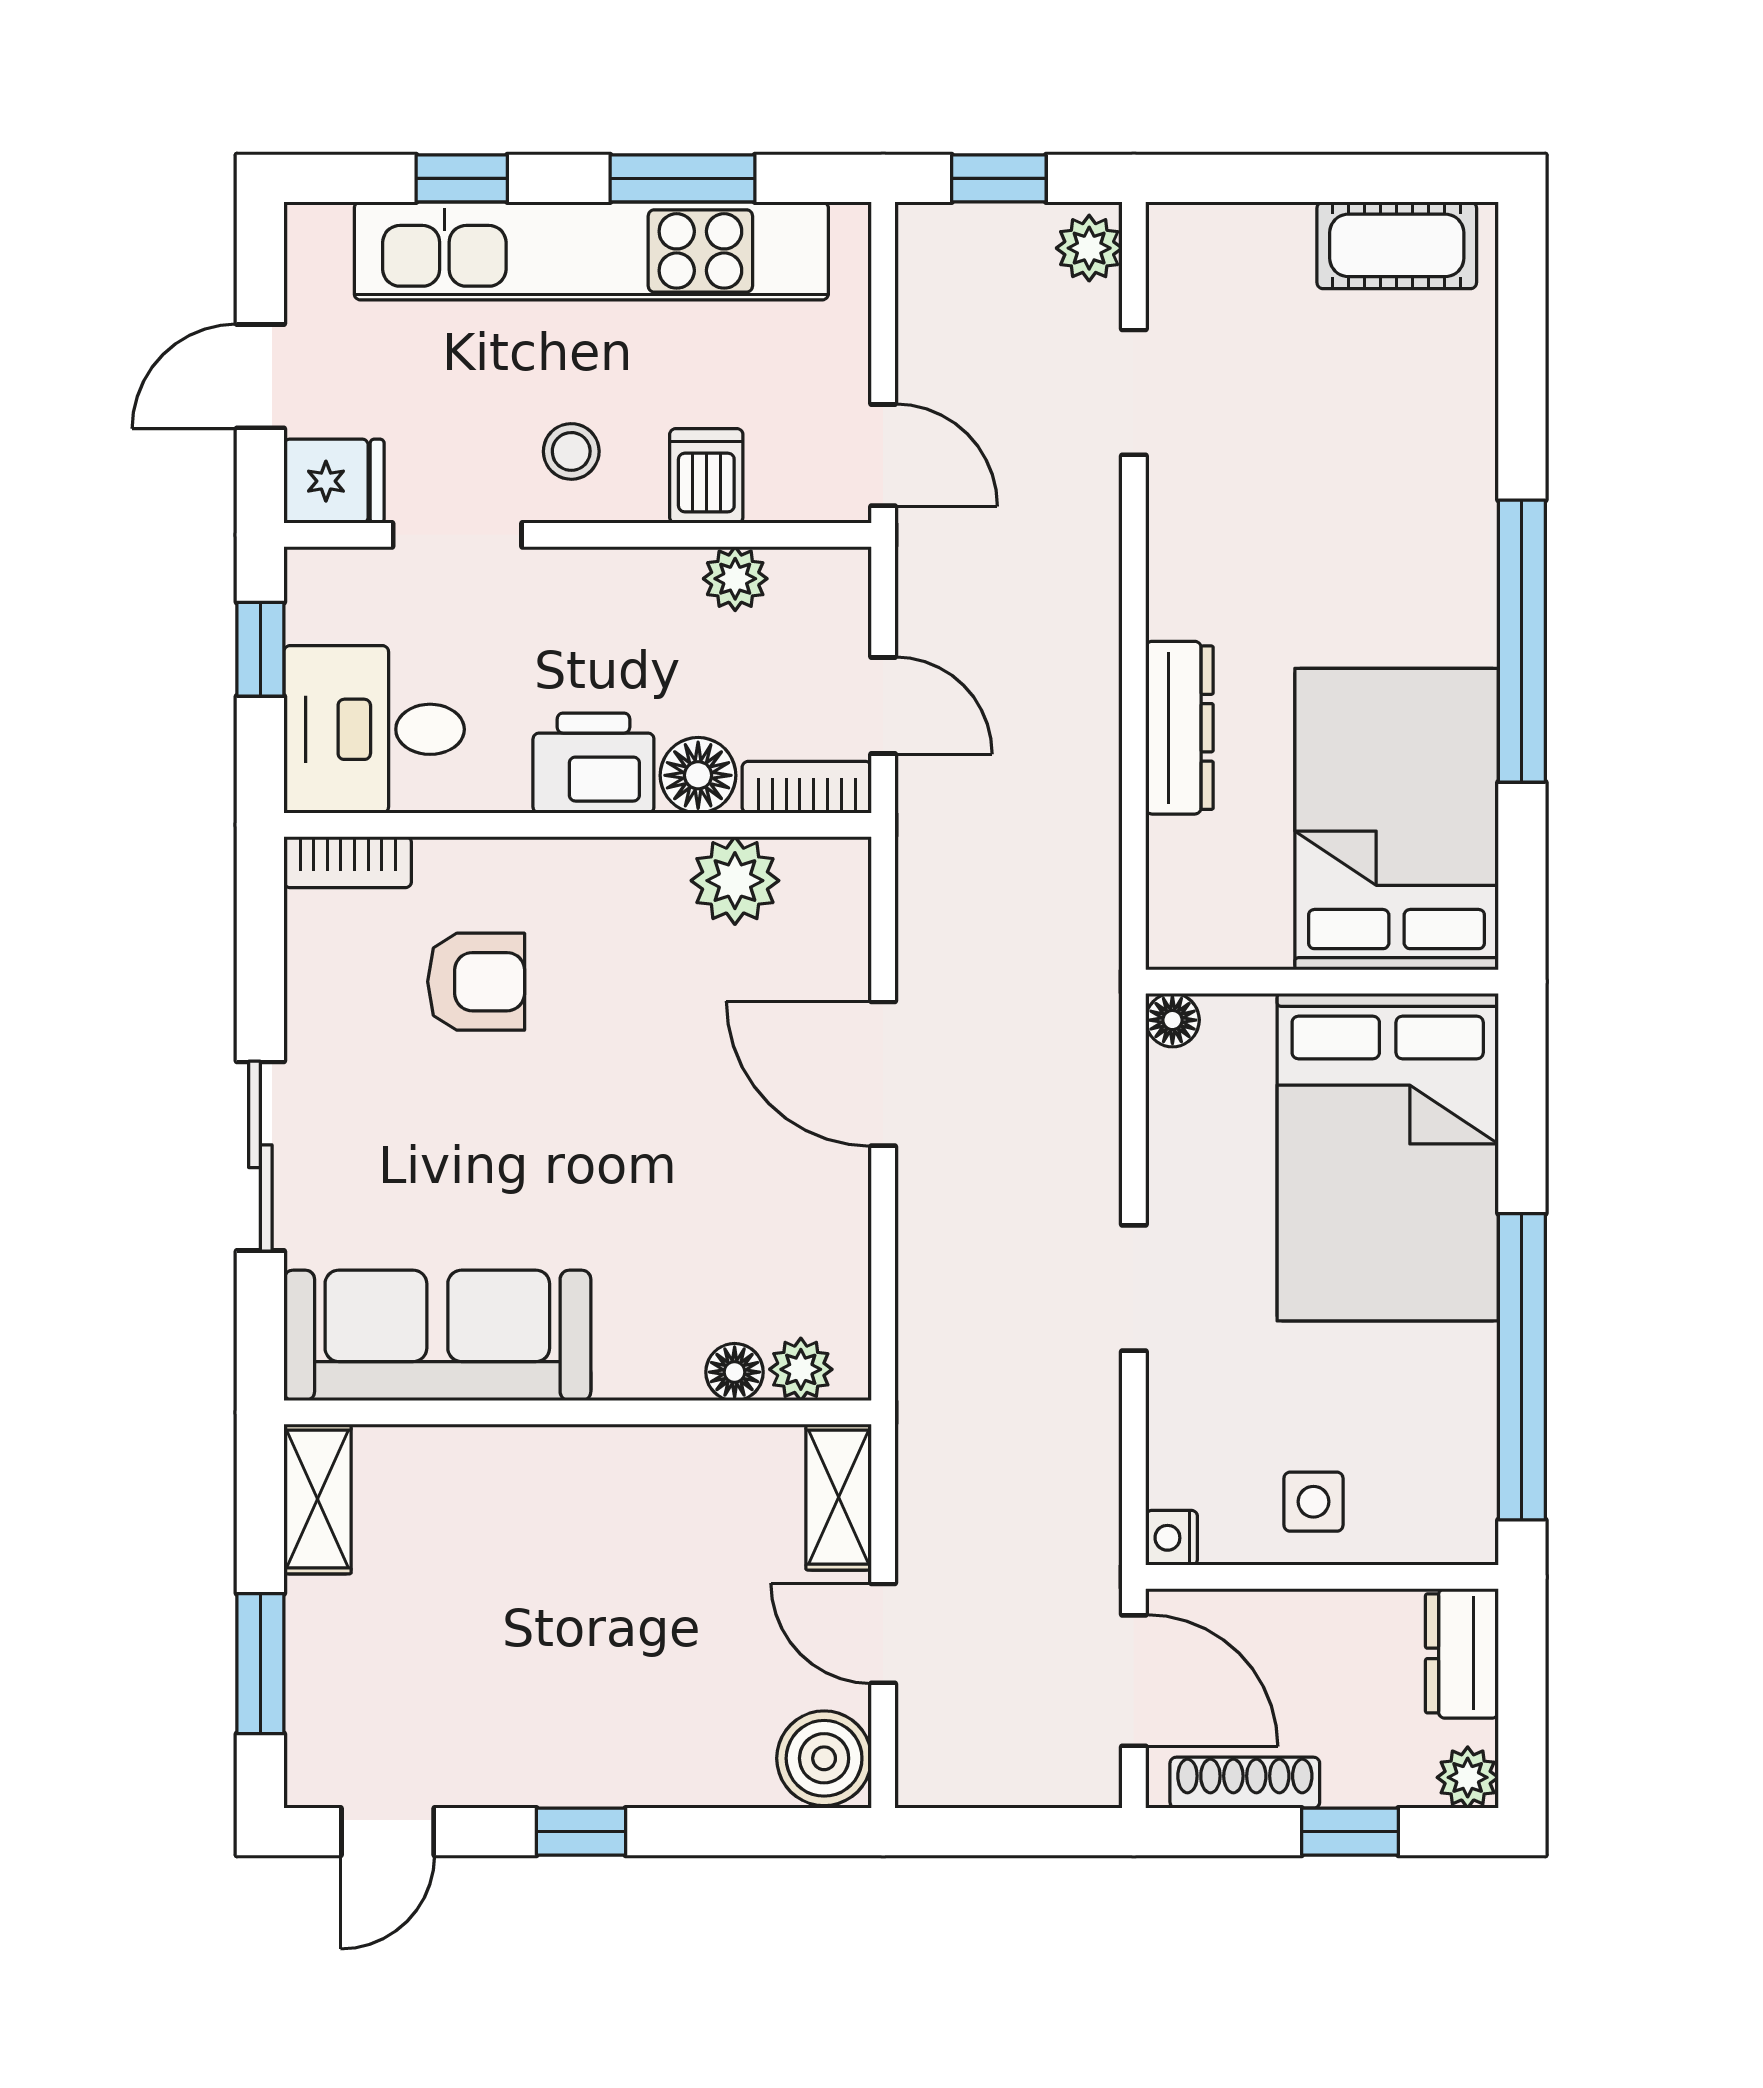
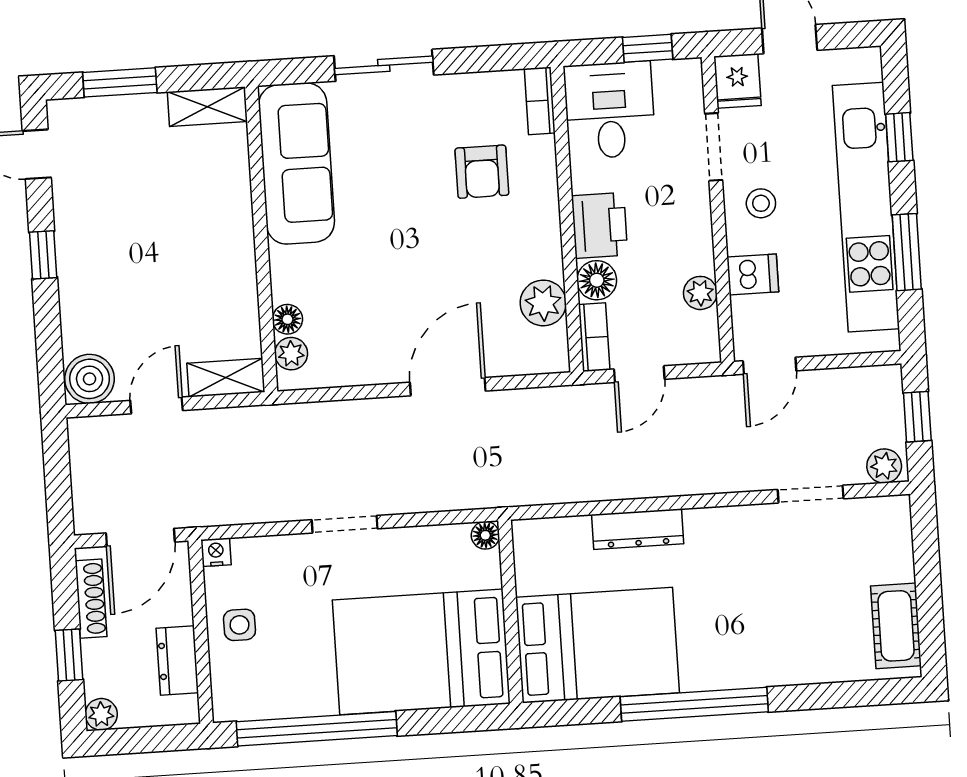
dresser: (1462, 1653) -> (177, 660), moved, turned -90

